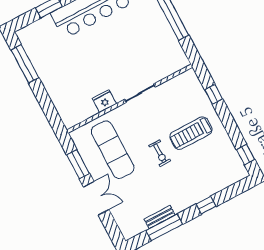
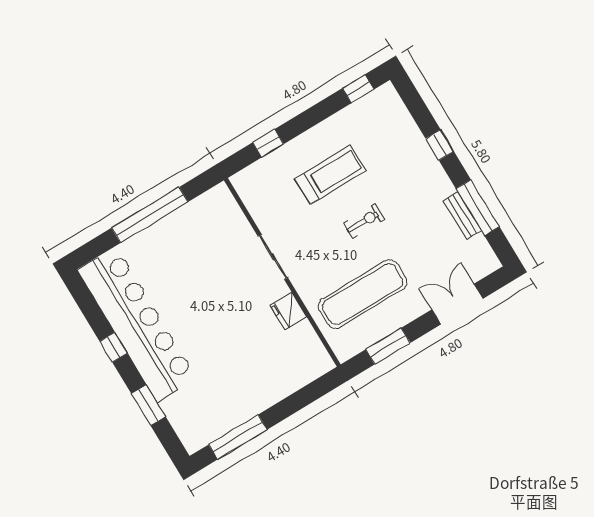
treadmill: (191, 133) -> (330, 175), turned -90
double door: (96, 198) -> (457, 304), moved

